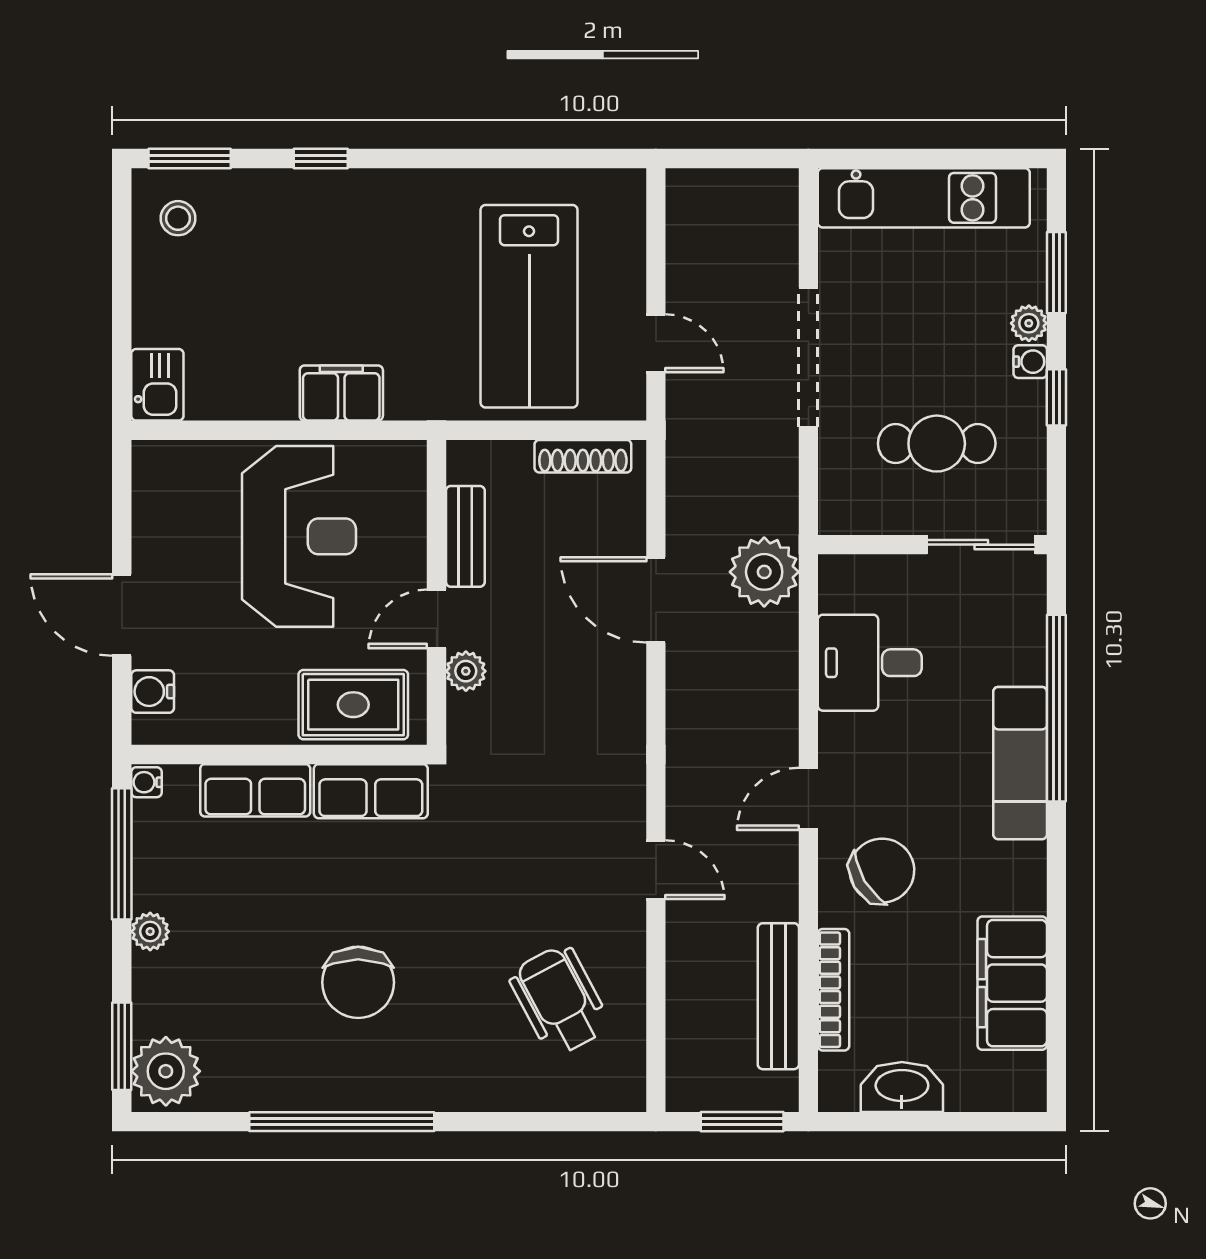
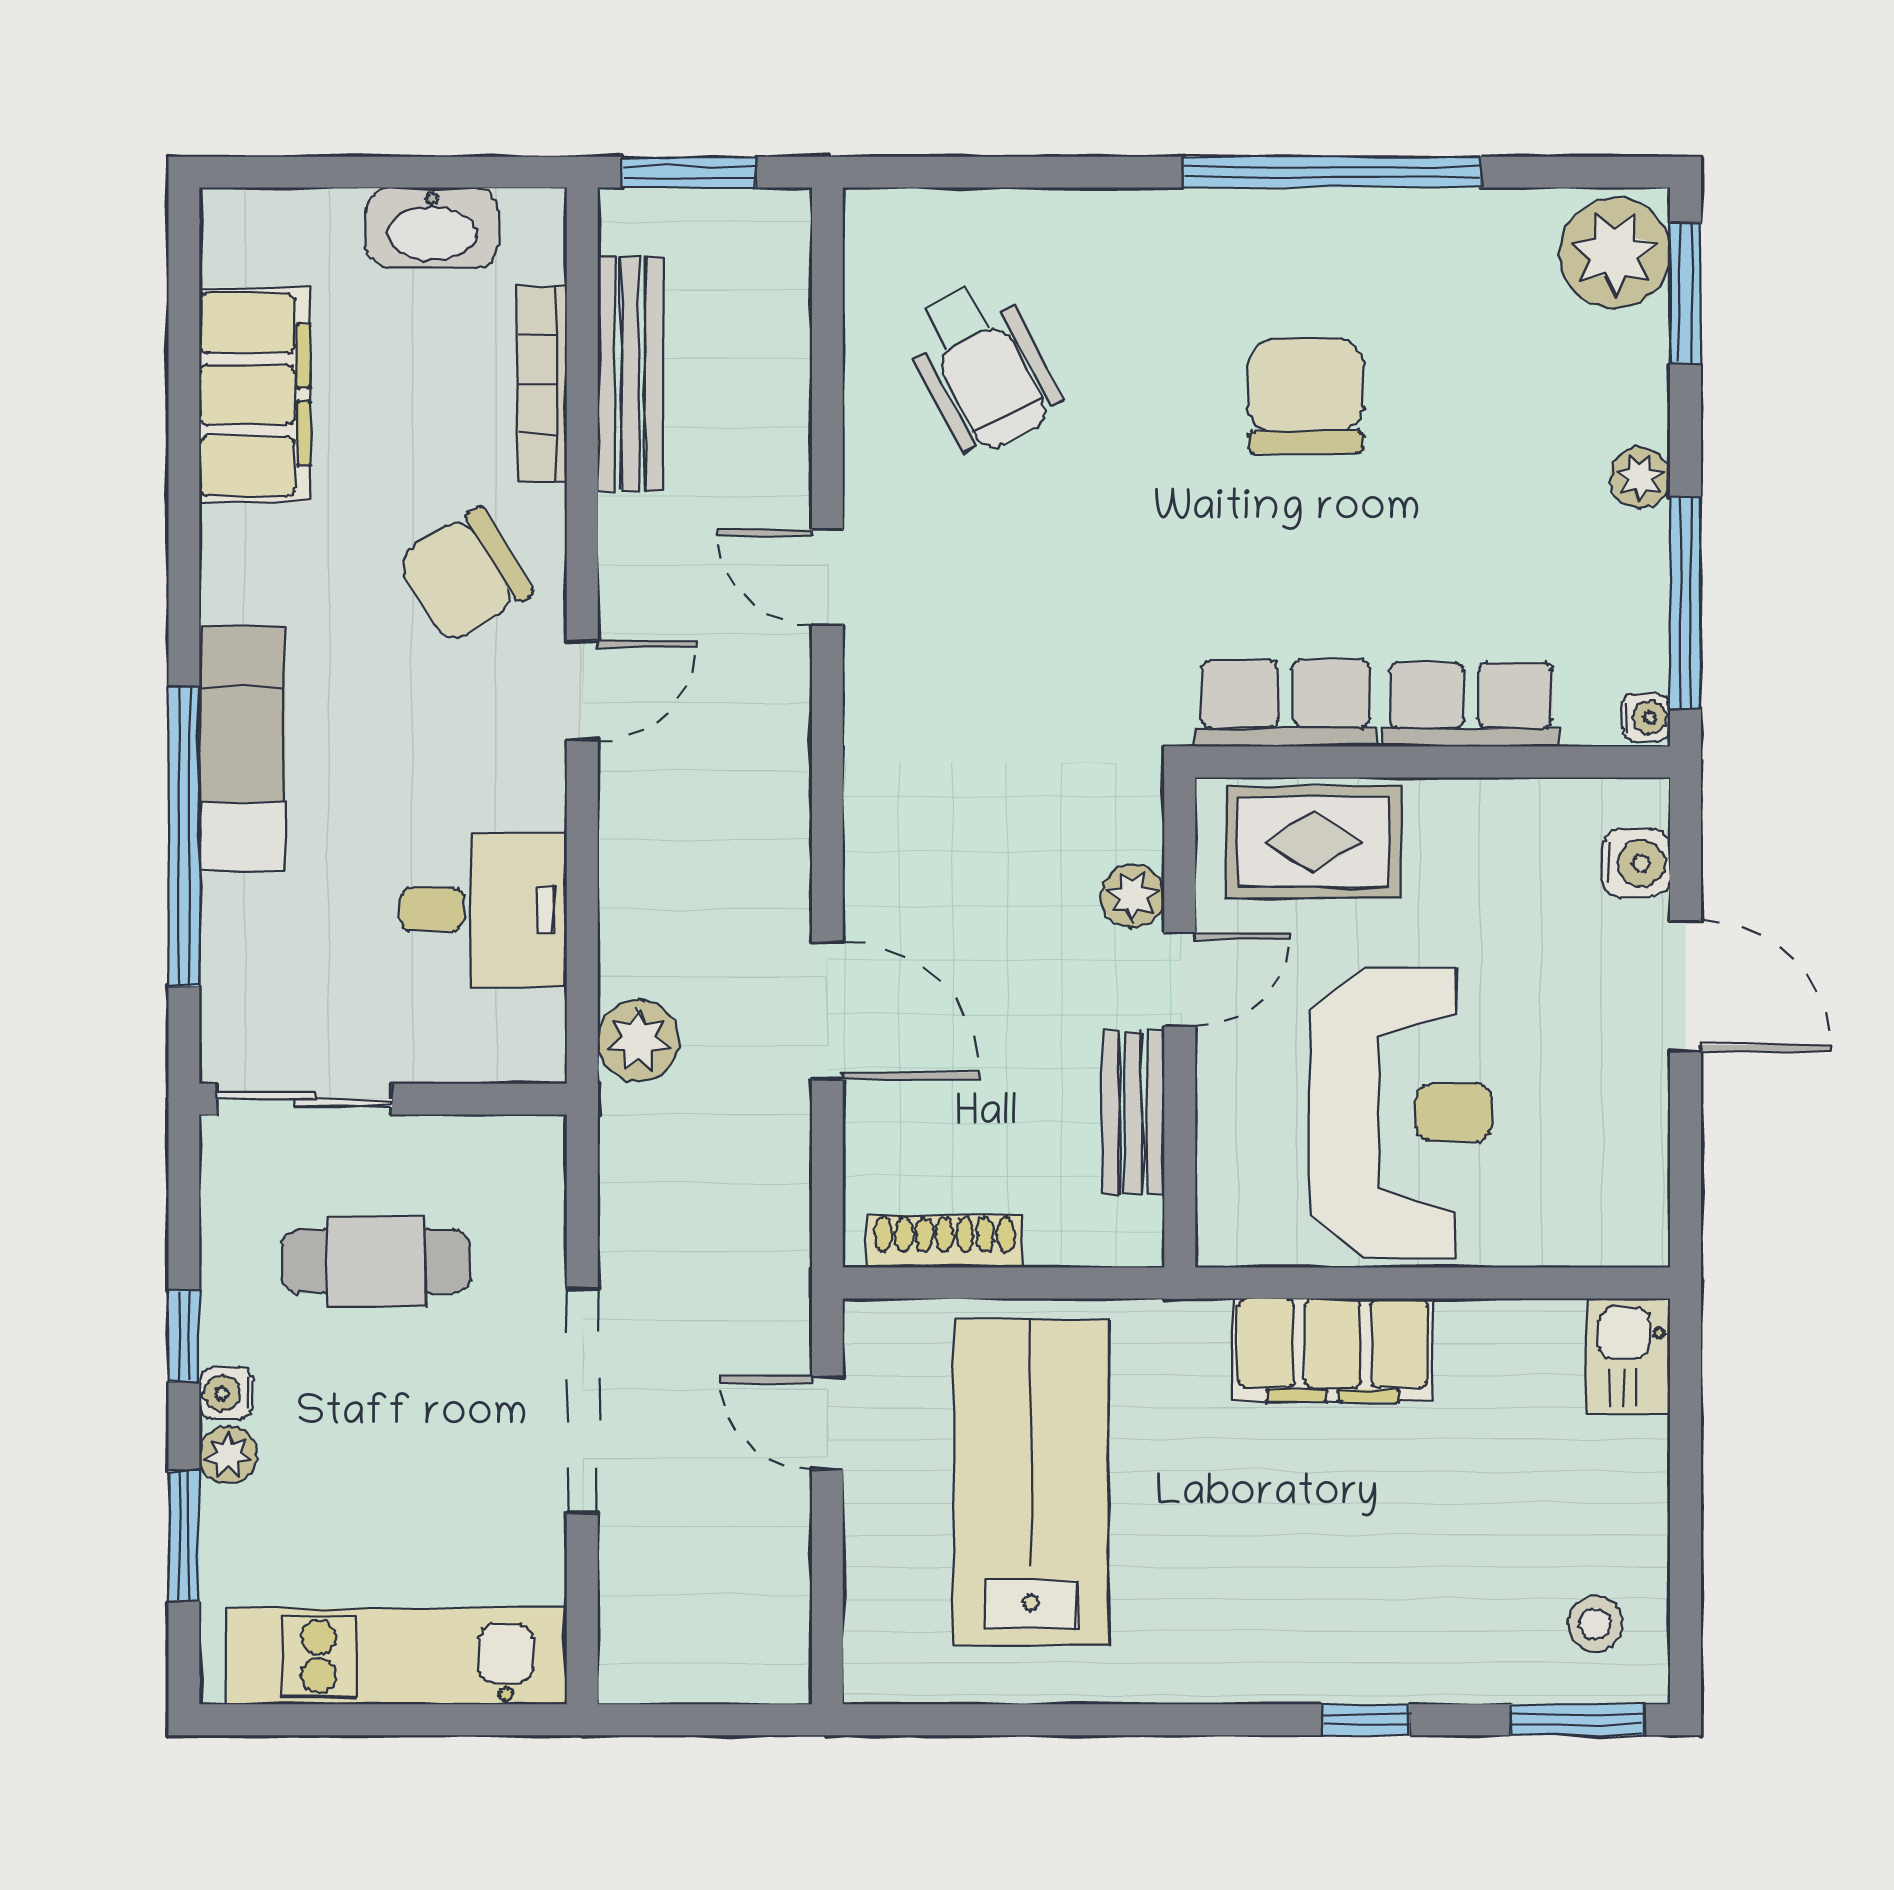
filing cabinet: (341, 393) -> (1333, 1350), width x1.50, depth x1.17
reception desk: (299, 536) -> (1401, 1112), turned 180
plant: (764, 572) -> (638, 1041), width x0.73, depth x0.73

